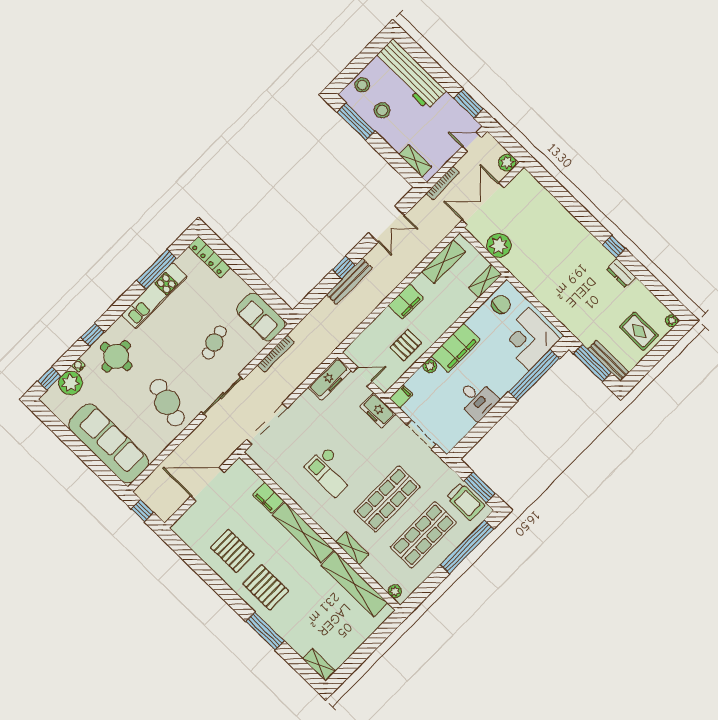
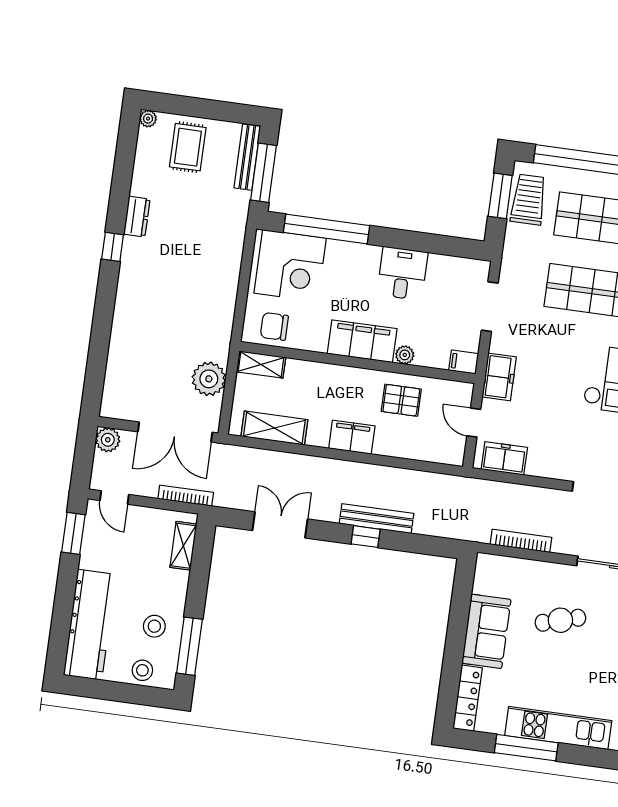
sofa: (261, 317) -> (486, 631), moved
freezer: (330, 379) -> (504, 458), width x0.71

